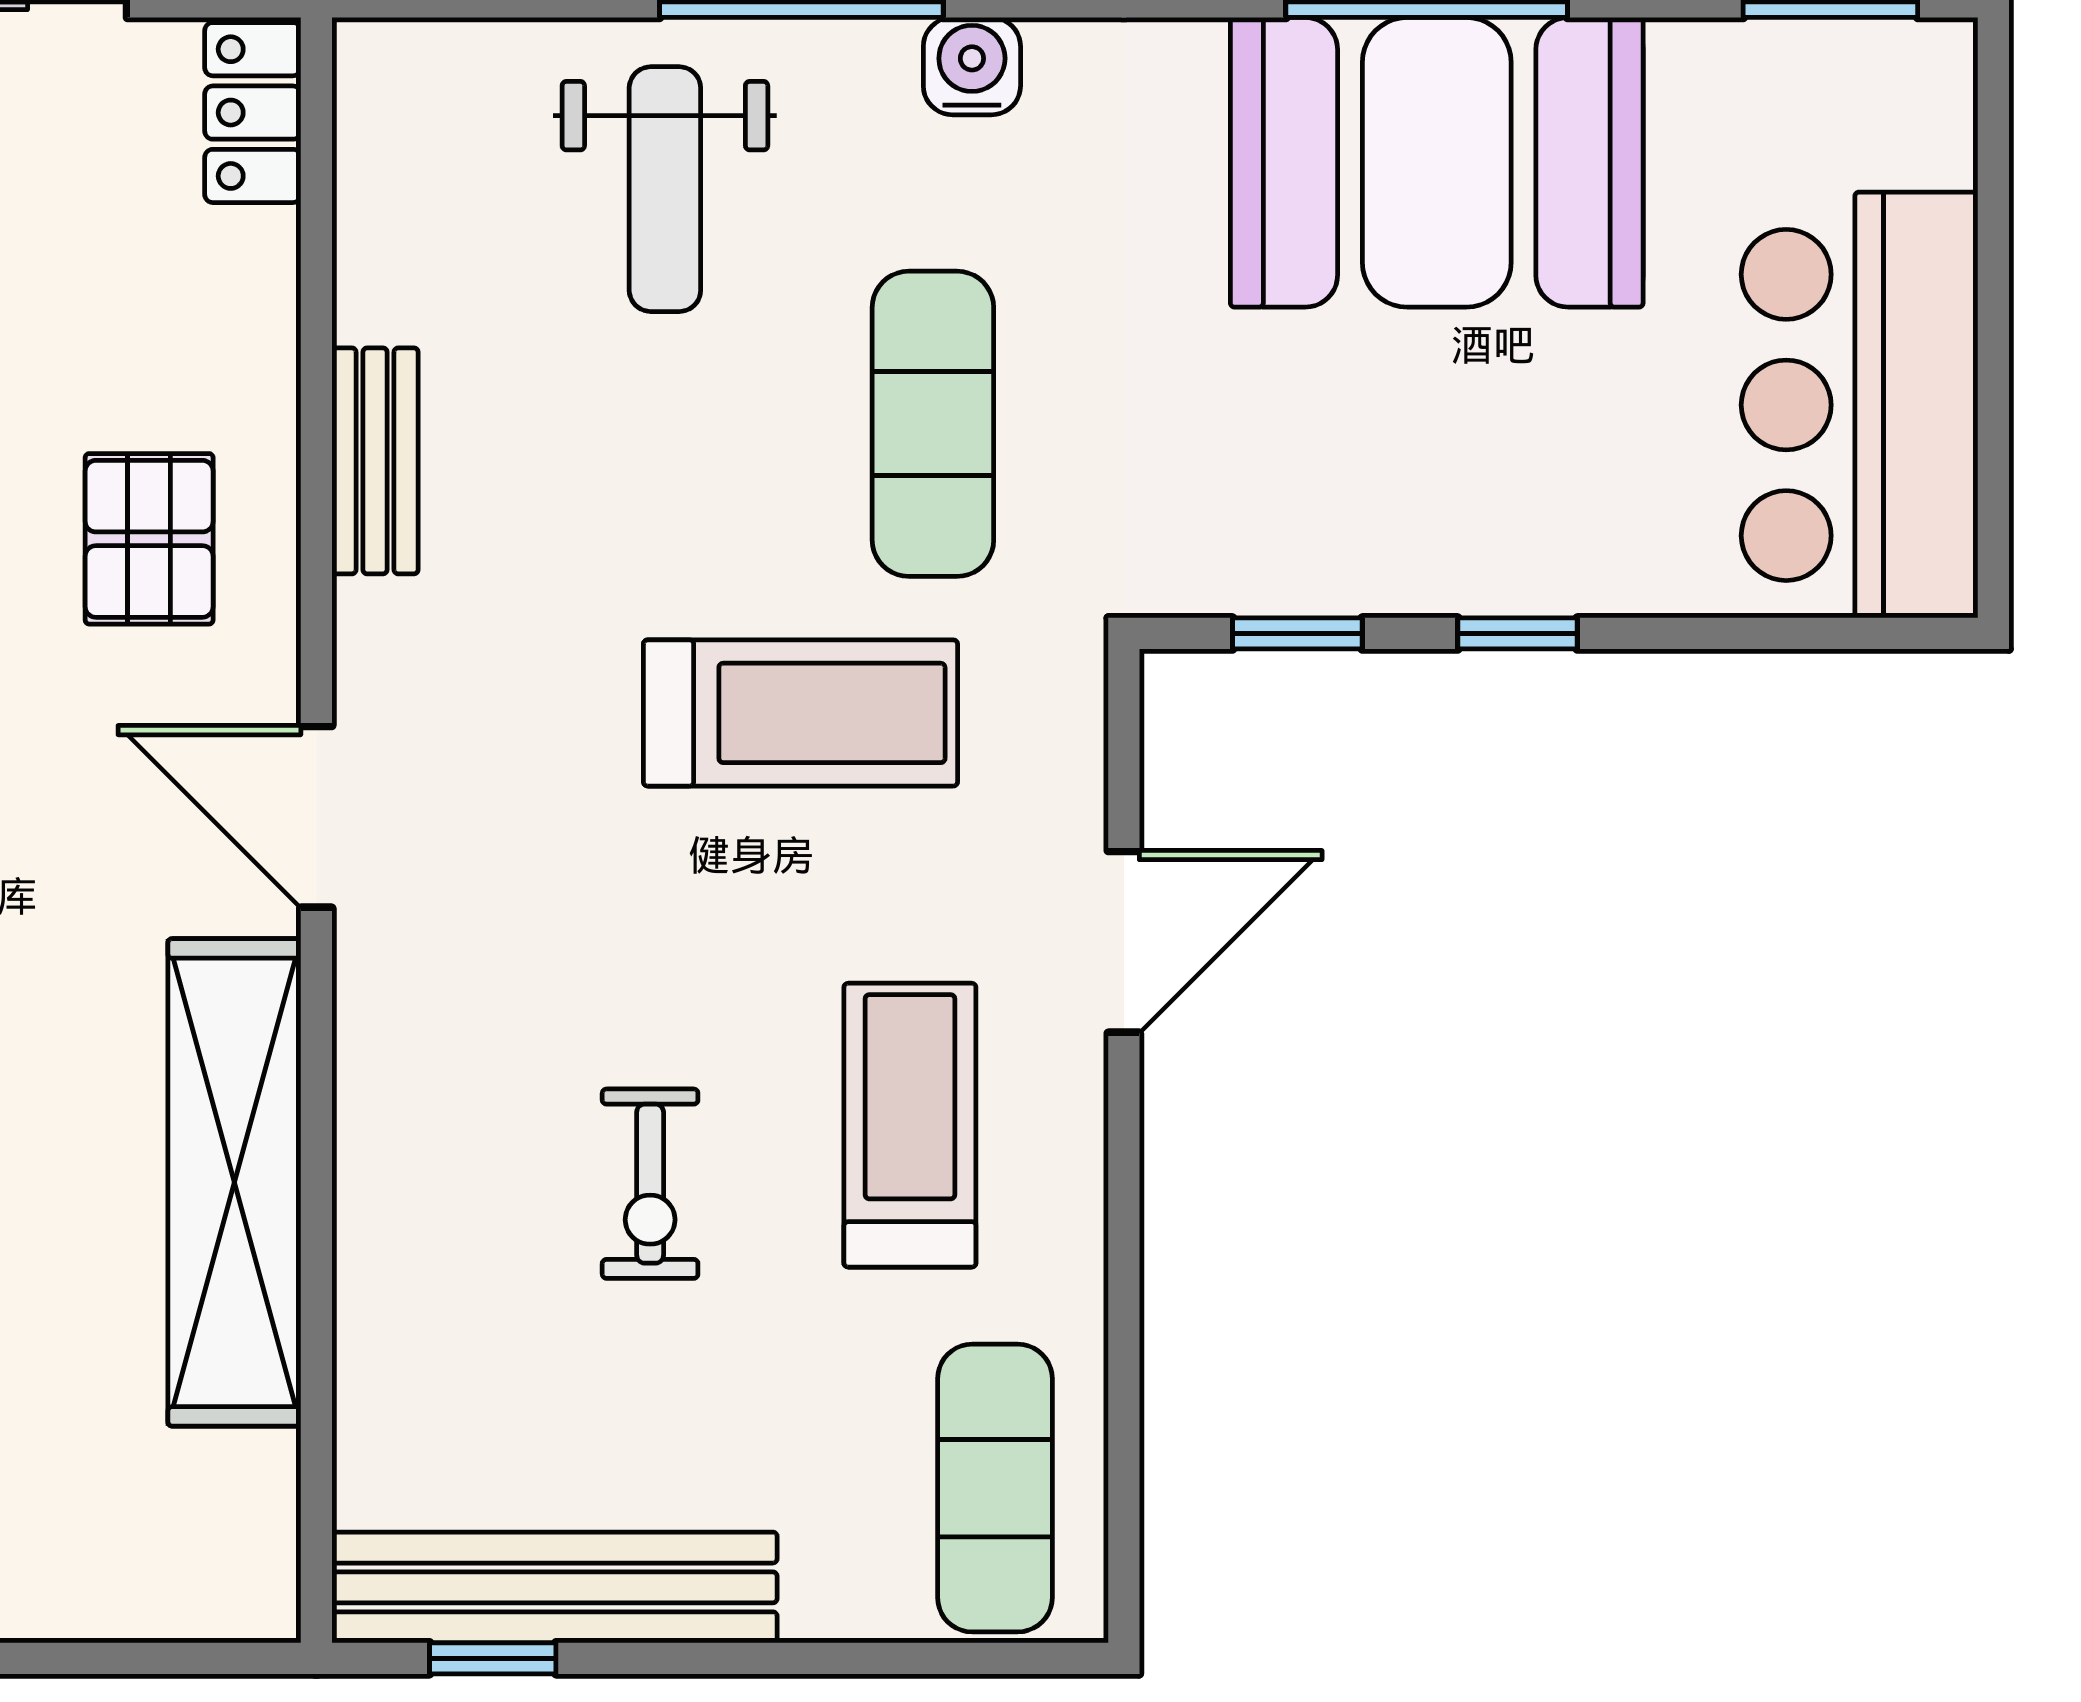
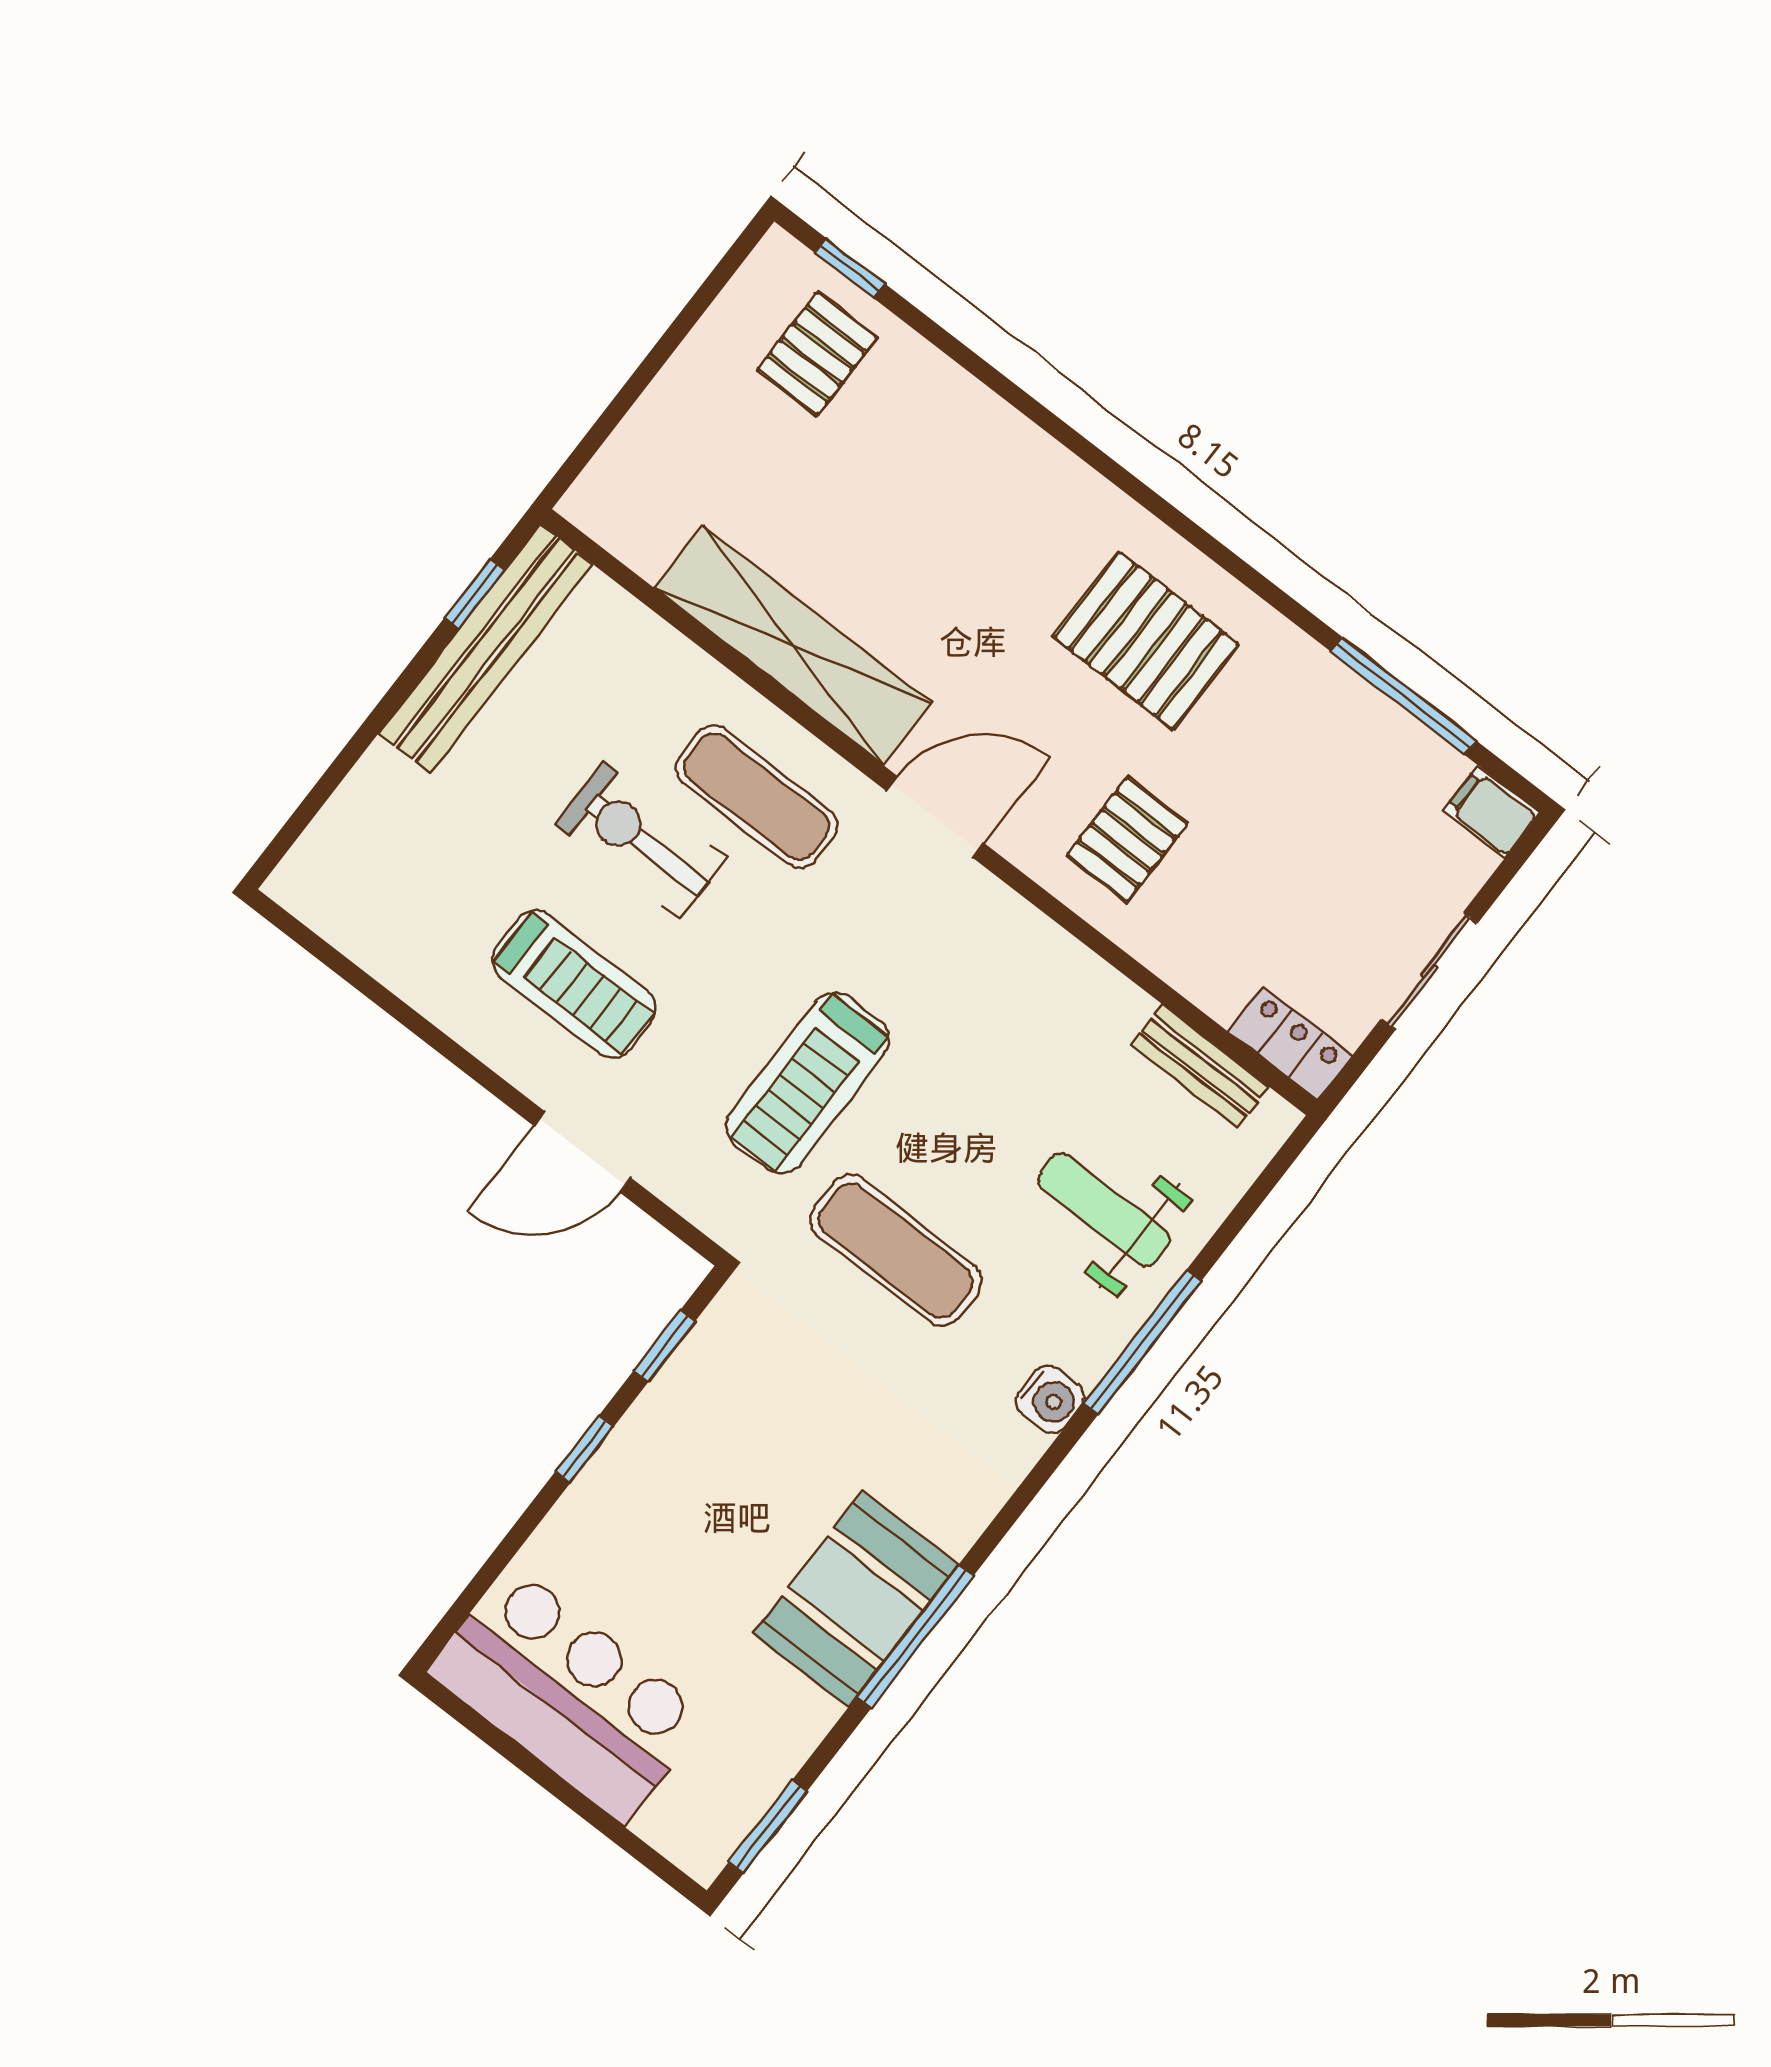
booth: (1437, 162) -> (856, 1599), width x0.73, depth x0.70
bench: (375, 461) -> (1200, 1066), moved
pallet: (149, 539) -> (1127, 839), turned 90
door: (1124, 942) -> (582, 1152), hinge flipped
exercise bike: (650, 1184) -> (641, 841), width x1.38, depth x1.39
exercise mat: (995, 1488) -> (757, 797), moved

